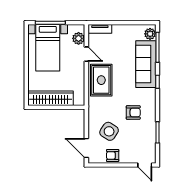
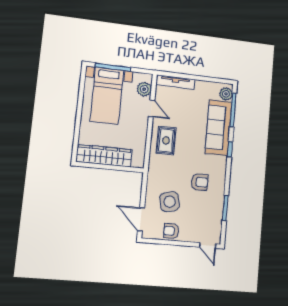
tv unit: (100, 29) -> (175, 82), width x1.41
rug: (101, 80) -> (166, 140), width x0.73, depth x0.70
side table: (109, 131) -> (170, 202), turned 45

